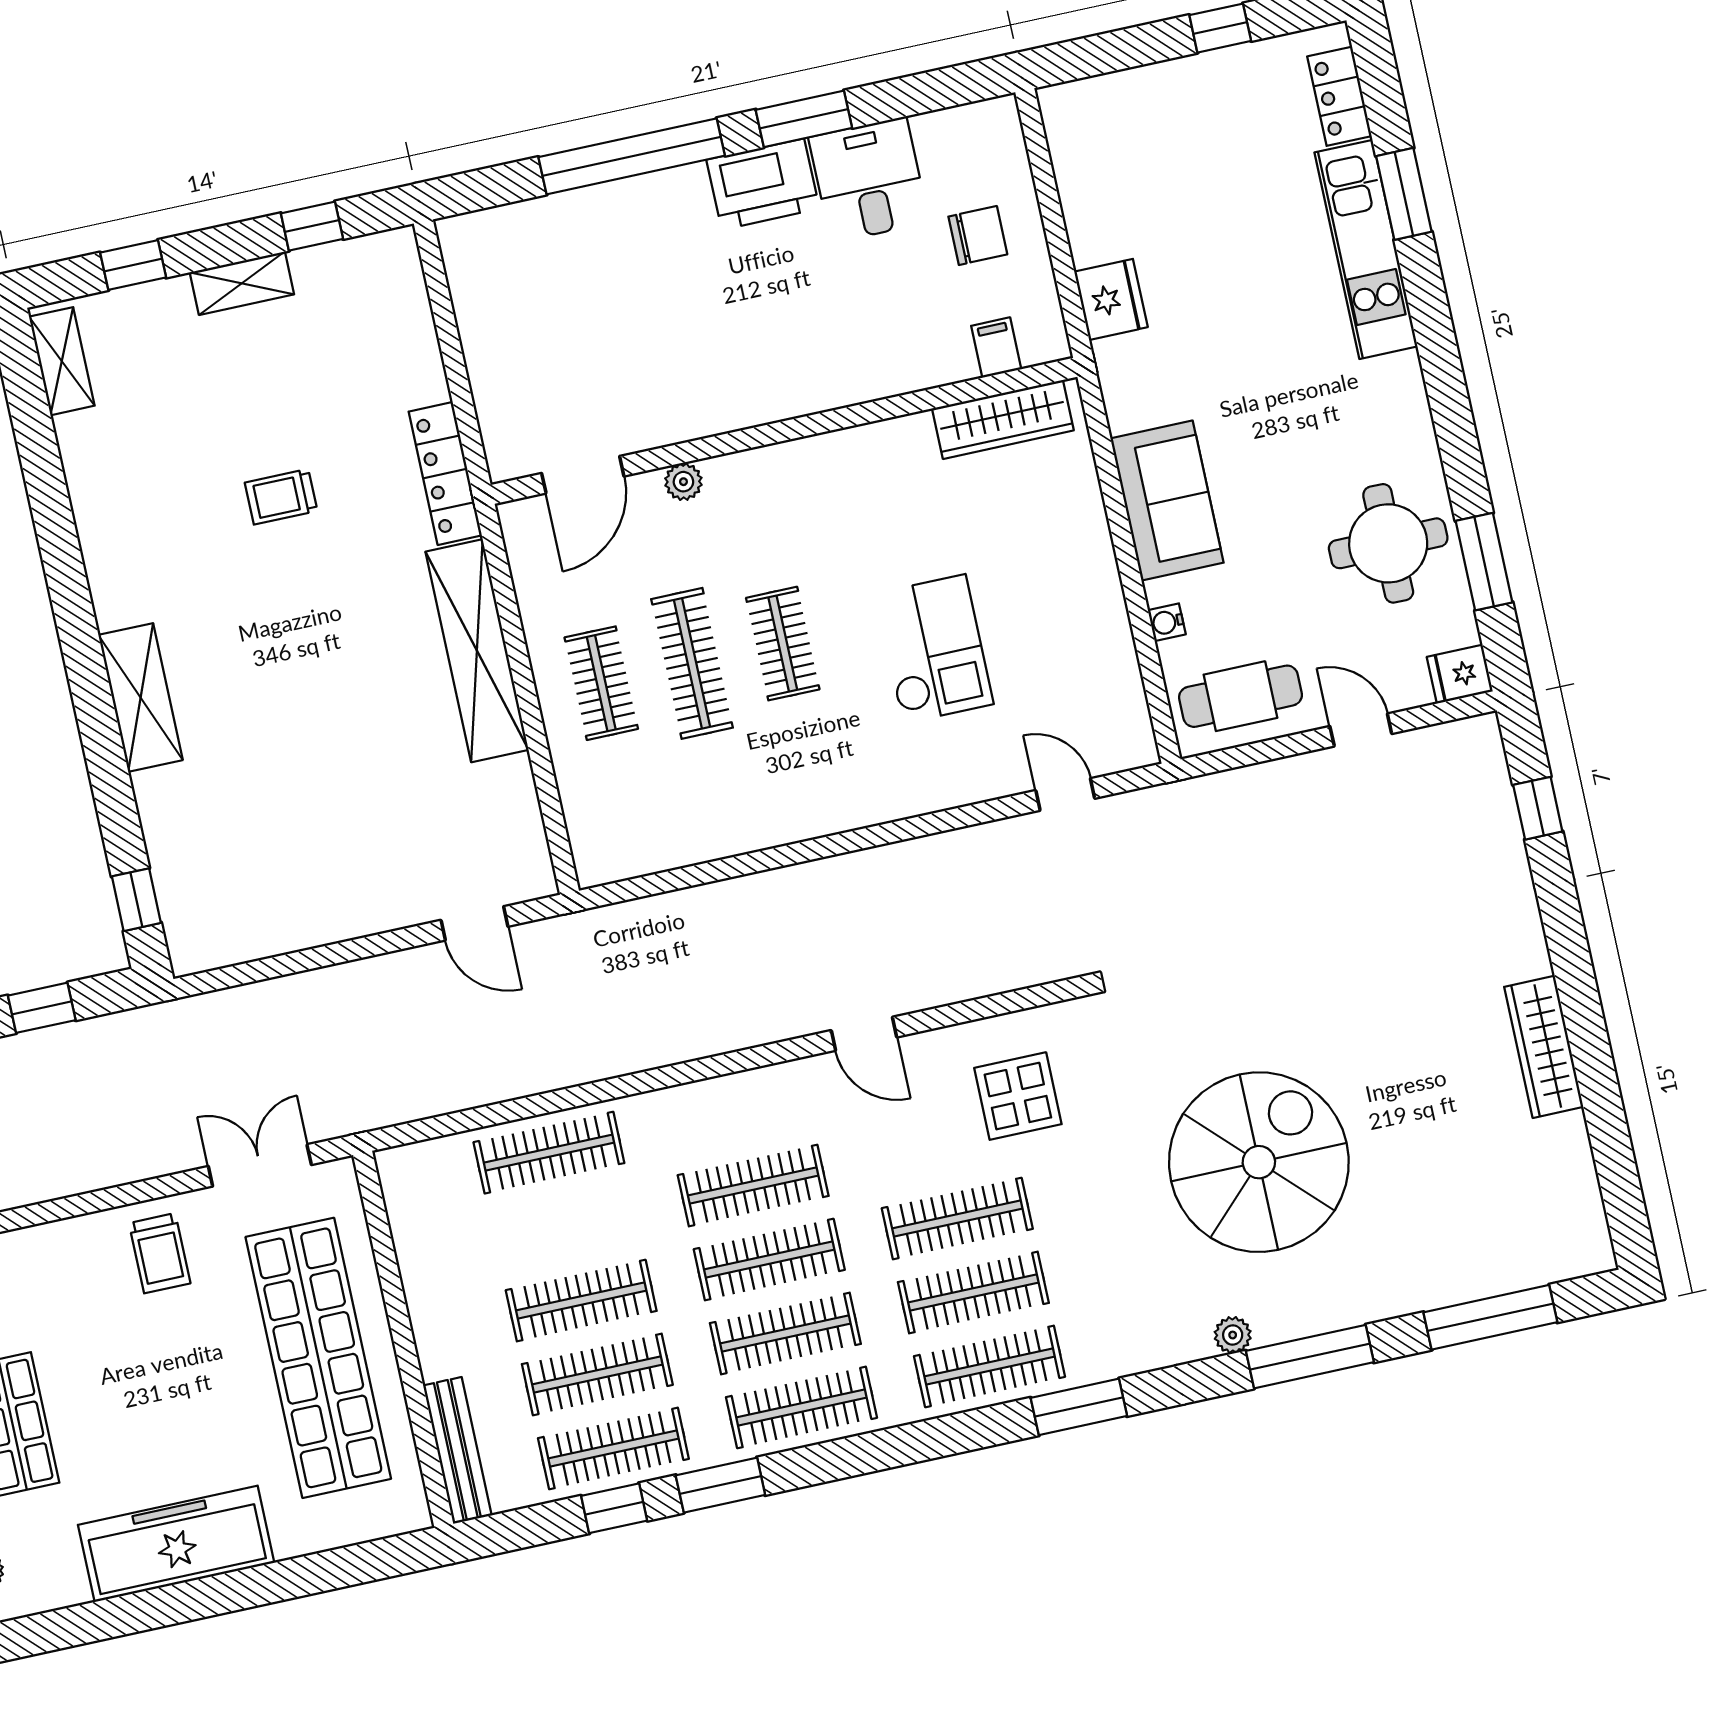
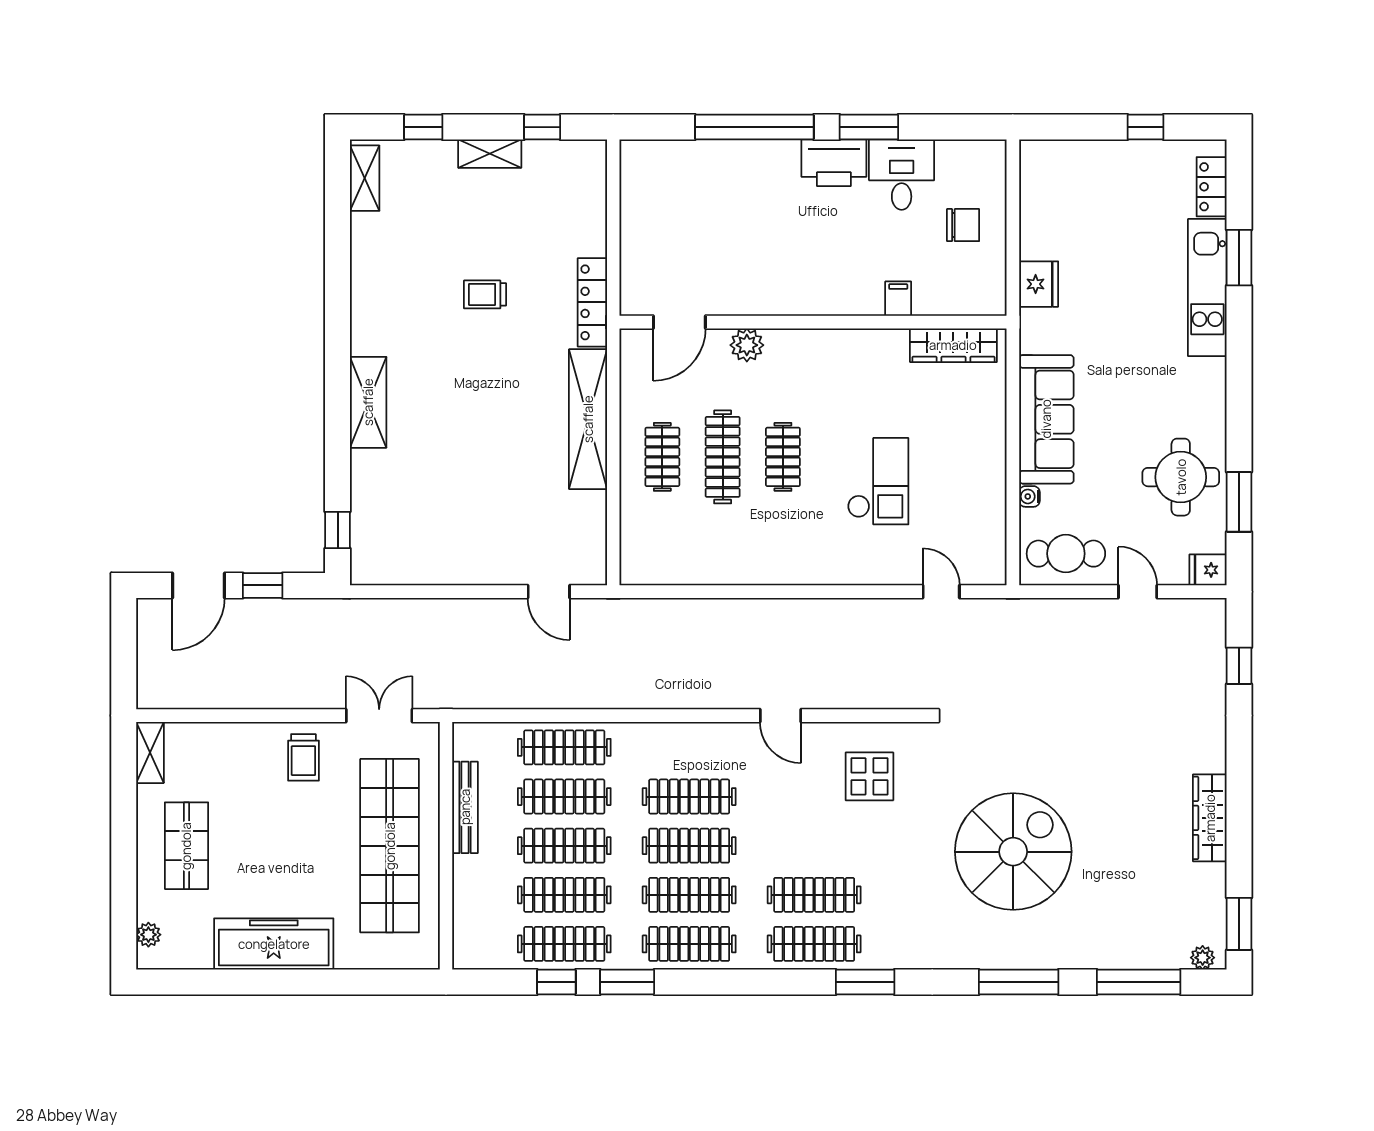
filing cabinet: (996, 348) -> (898, 299), moved
plant: (683, 482) -> (747, 345), width x1.38, depth x1.38
sofa: (1167, 501) -> (1046, 419), width x1.36
window: (1623, 1197) -> (1239, 924), added
clothes rail: (957, 1219) -> (564, 797), moved
plant: (1233, 1335) -> (1203, 958), moved
bench: (457, 1450) -> (465, 807), moved

